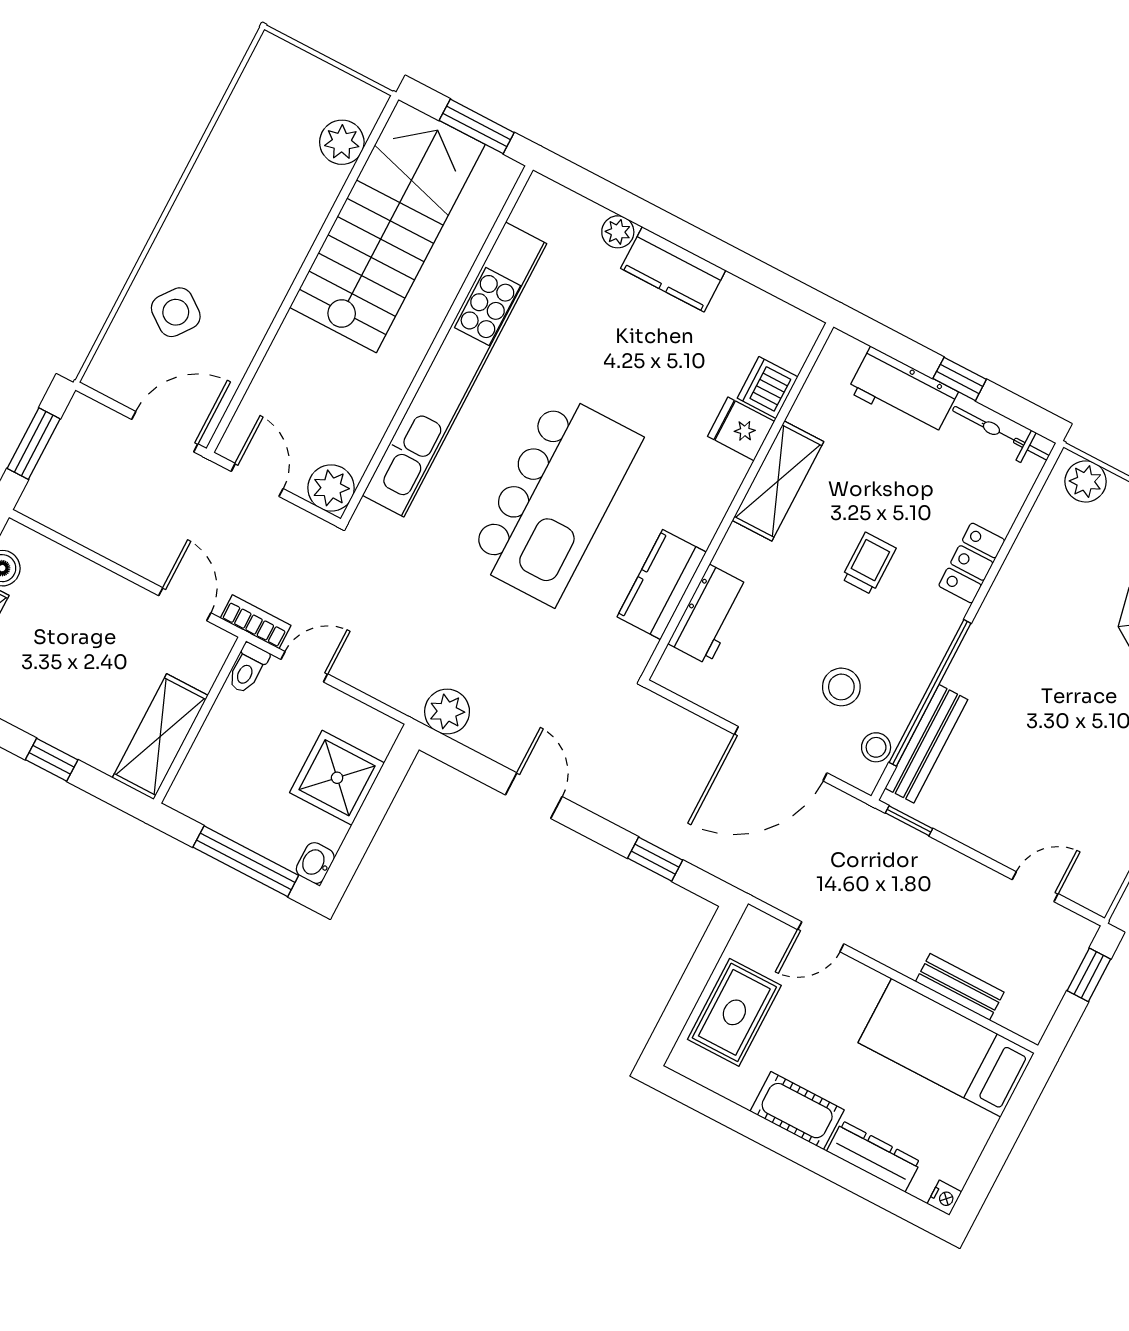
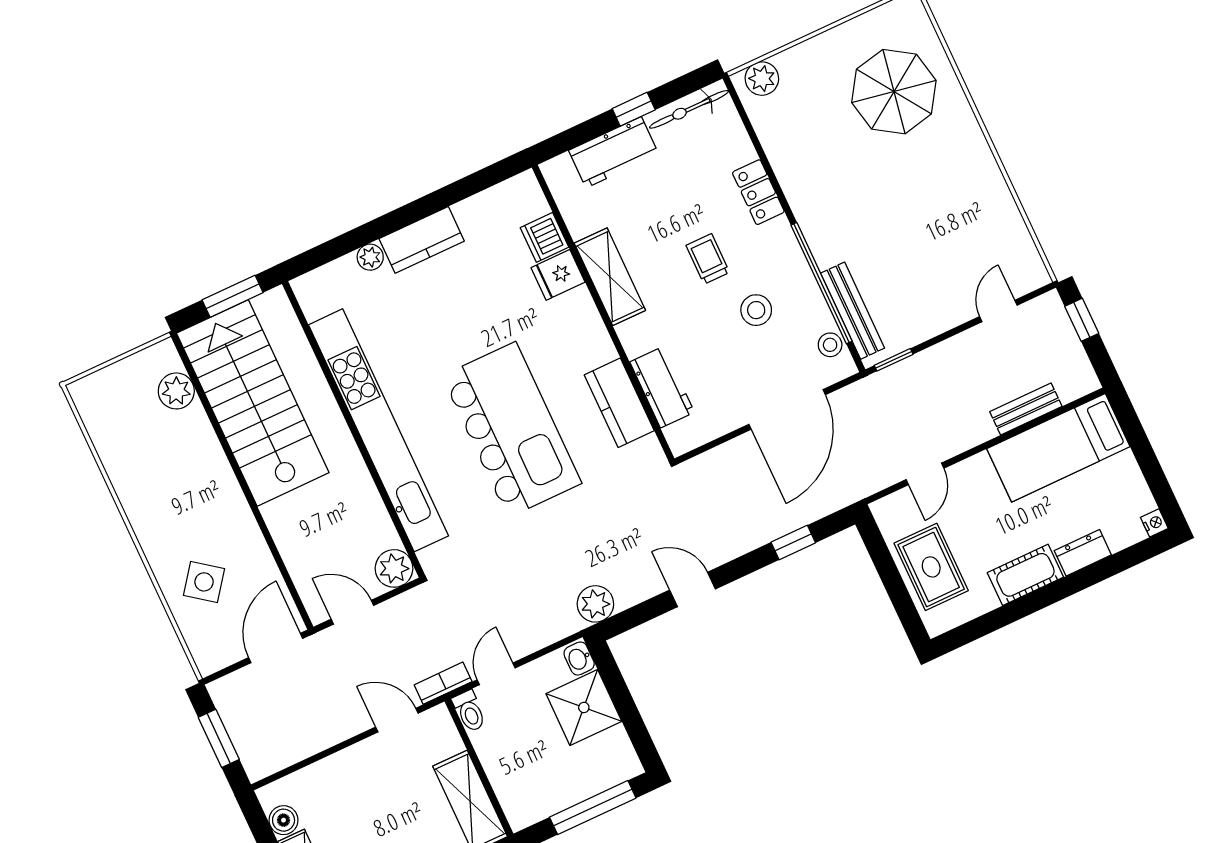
stool: (841, 687) -> (756, 310), moved
washbasin: (315, 863) -> (579, 659), moved
dresser: (874, 1156) -> (1083, 553), width x0.70

